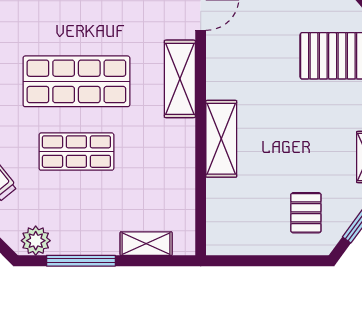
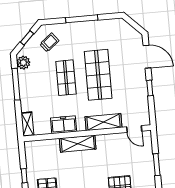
freezer: (178, 166) -> (64, 125), added
shelving: (146, 244) -> (27, 124), moved
window: (280, 261) -> (24, 176), added

